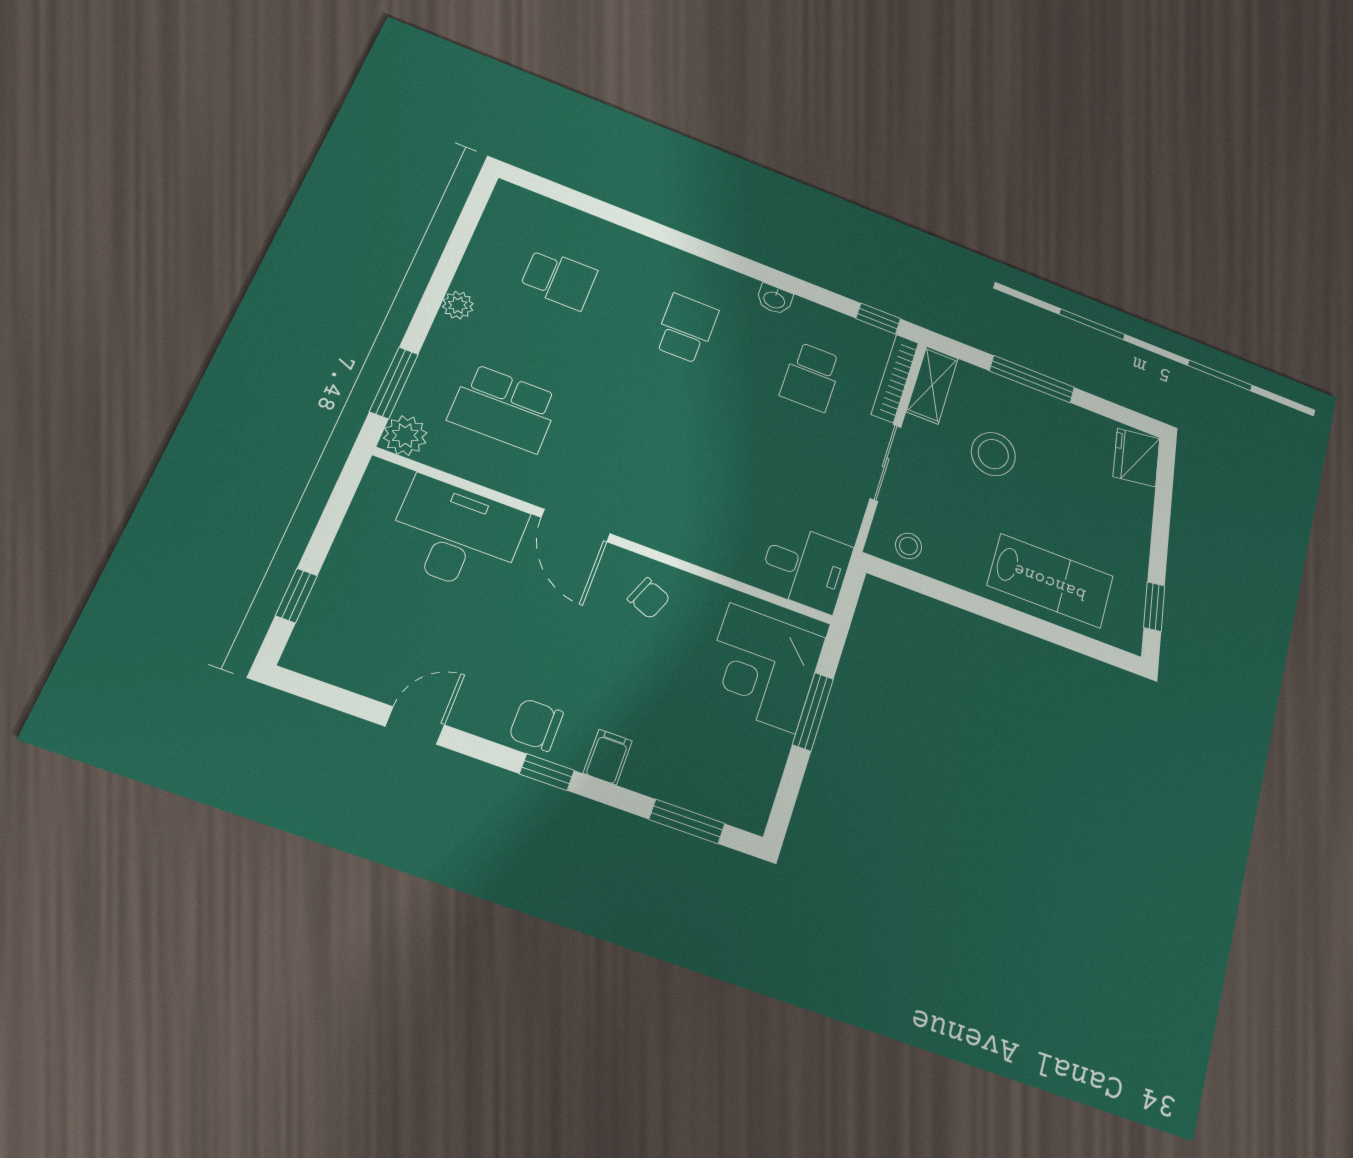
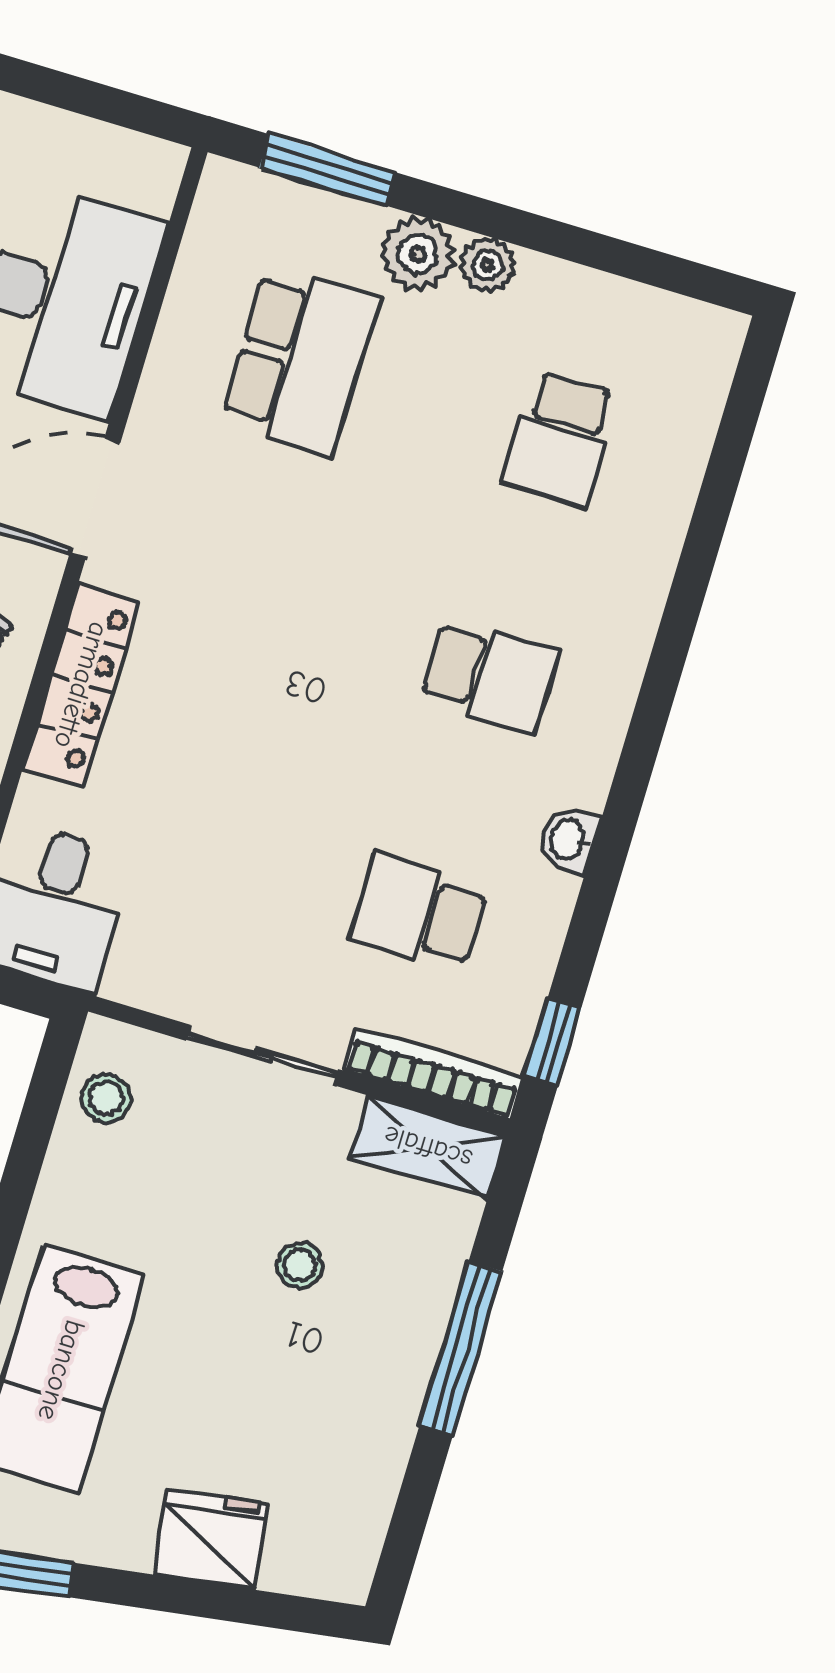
school desk: (504, 408) -> (300, 360), turned 180
plant: (405, 435) -> (418, 254), moved
stool: (993, 454) -> (300, 1265), width x0.53, depth x0.53
fridge: (1136, 458) -> (211, 1539), moved
locker: (682, 542) -> (81, 685), added

